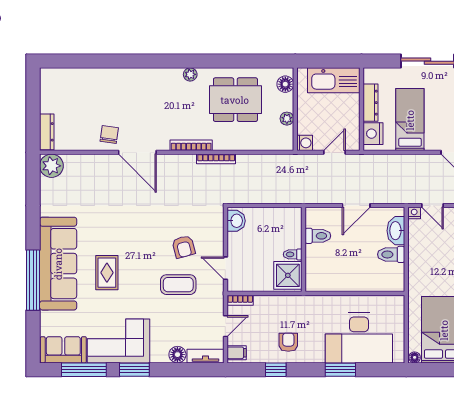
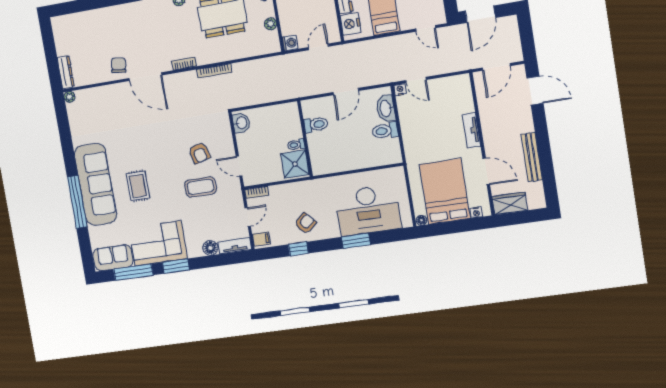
bookcase: (191, 145) -> (184, 64), width x0.64
plant: (51, 166) -> (69, 97), width x0.53, depth x0.53
armchair: (288, 342) -> (305, 223), turned 48

